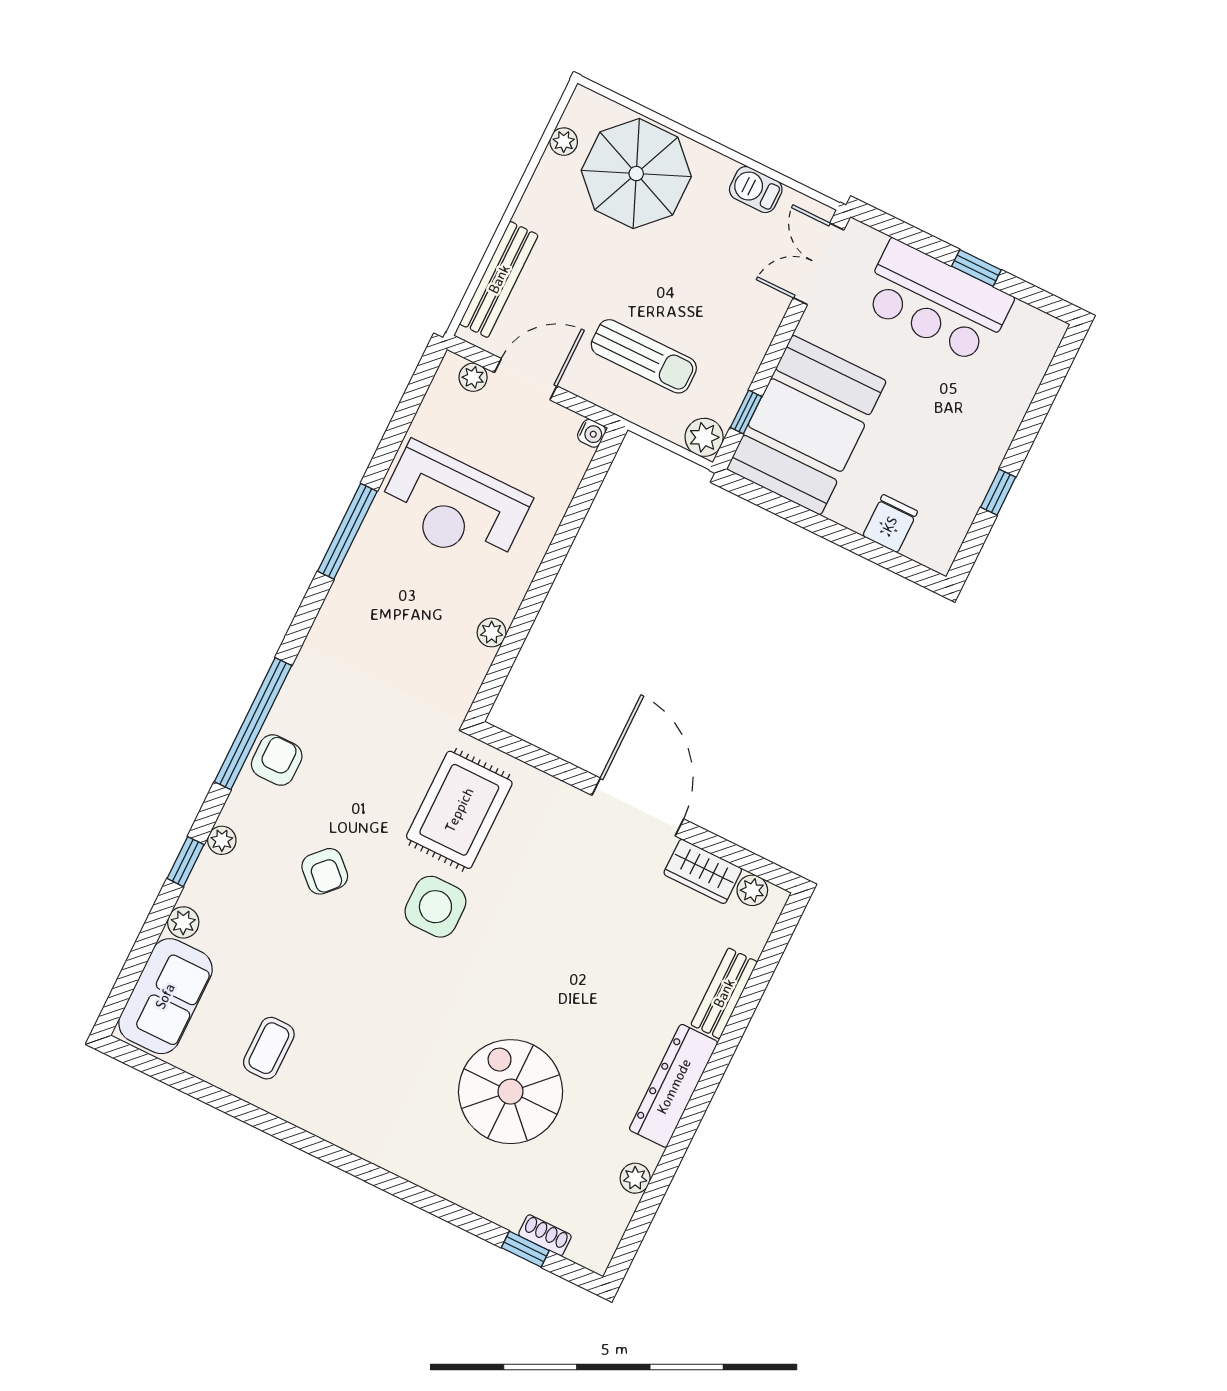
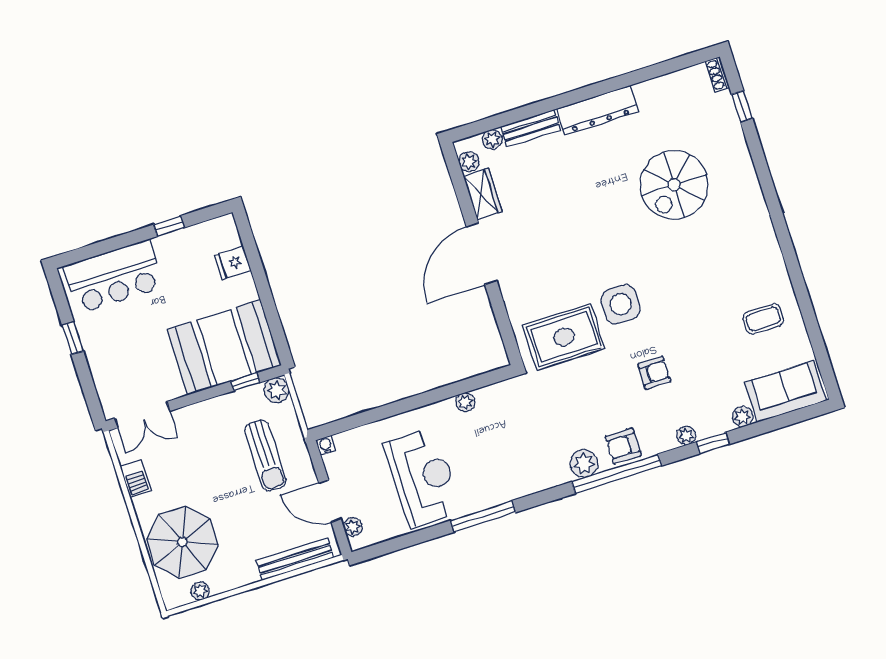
bar counter: (937, 301) -> (114, 276), moved, turned 90
sun lounger: (644, 356) -> (265, 455), turned 180
plant: (299, 698) -> (584, 464), added
armchair: (325, 871) -> (654, 373), turned 46
plant: (635, 1178) -> (492, 139), moved
shoe rack: (545, 1235) -> (717, 74), moved

